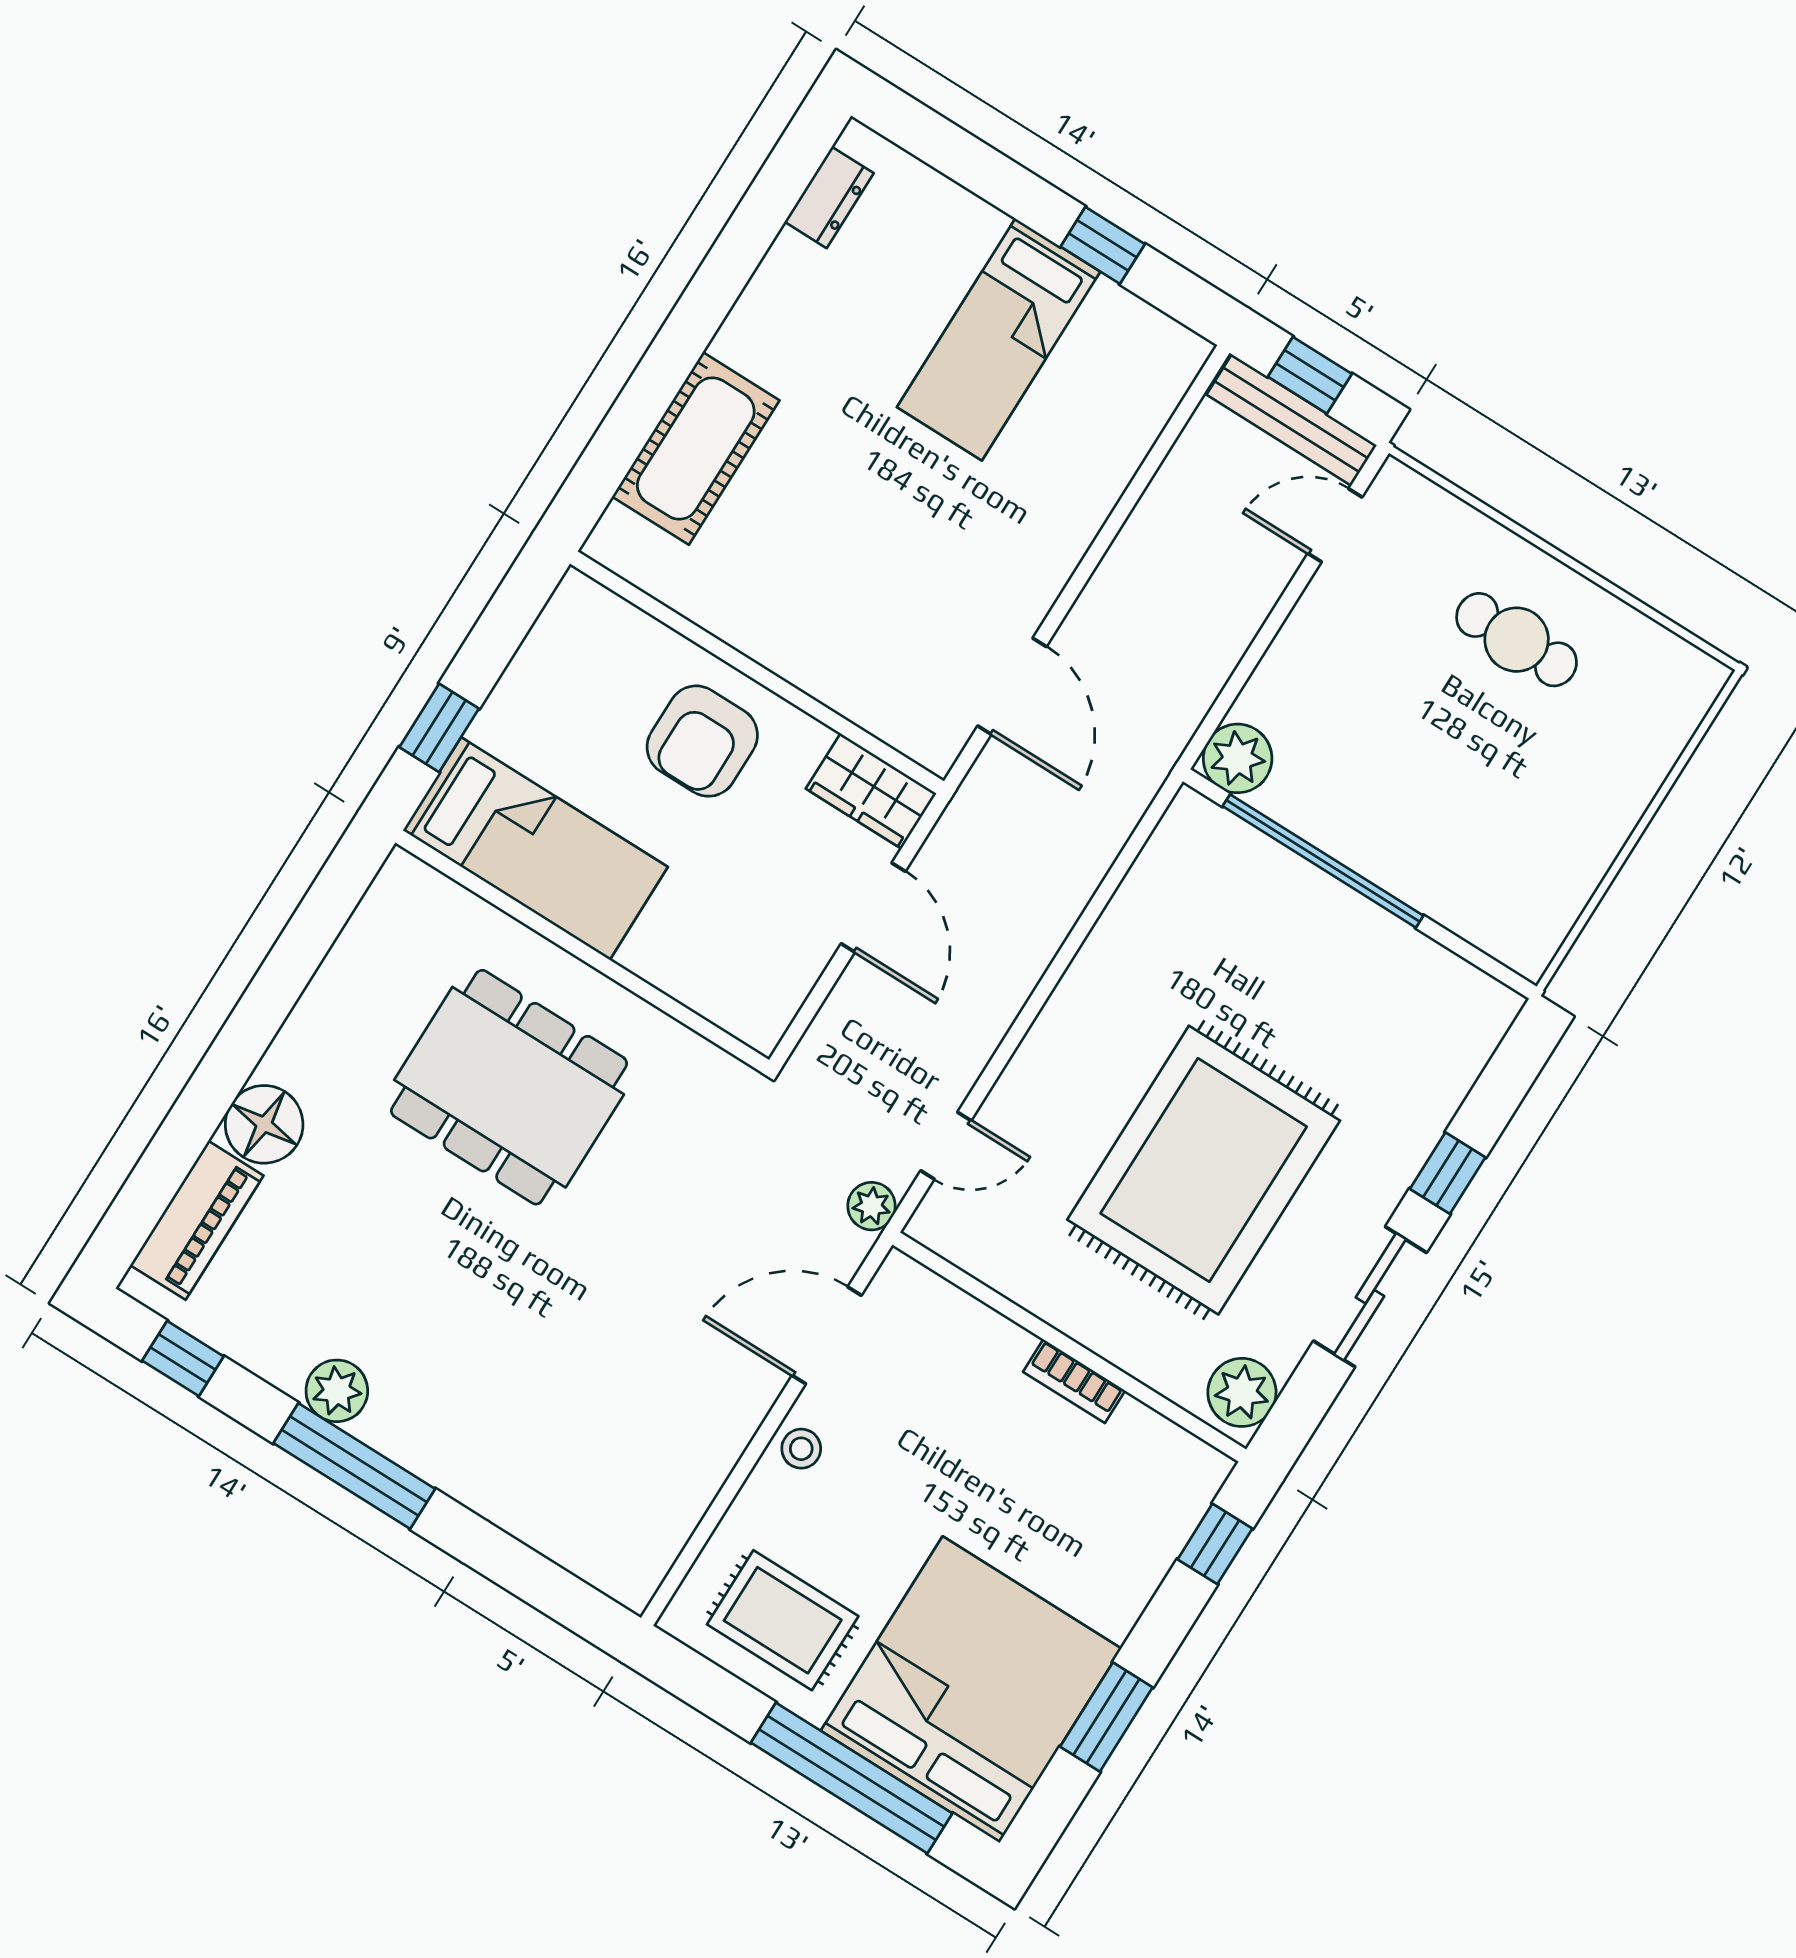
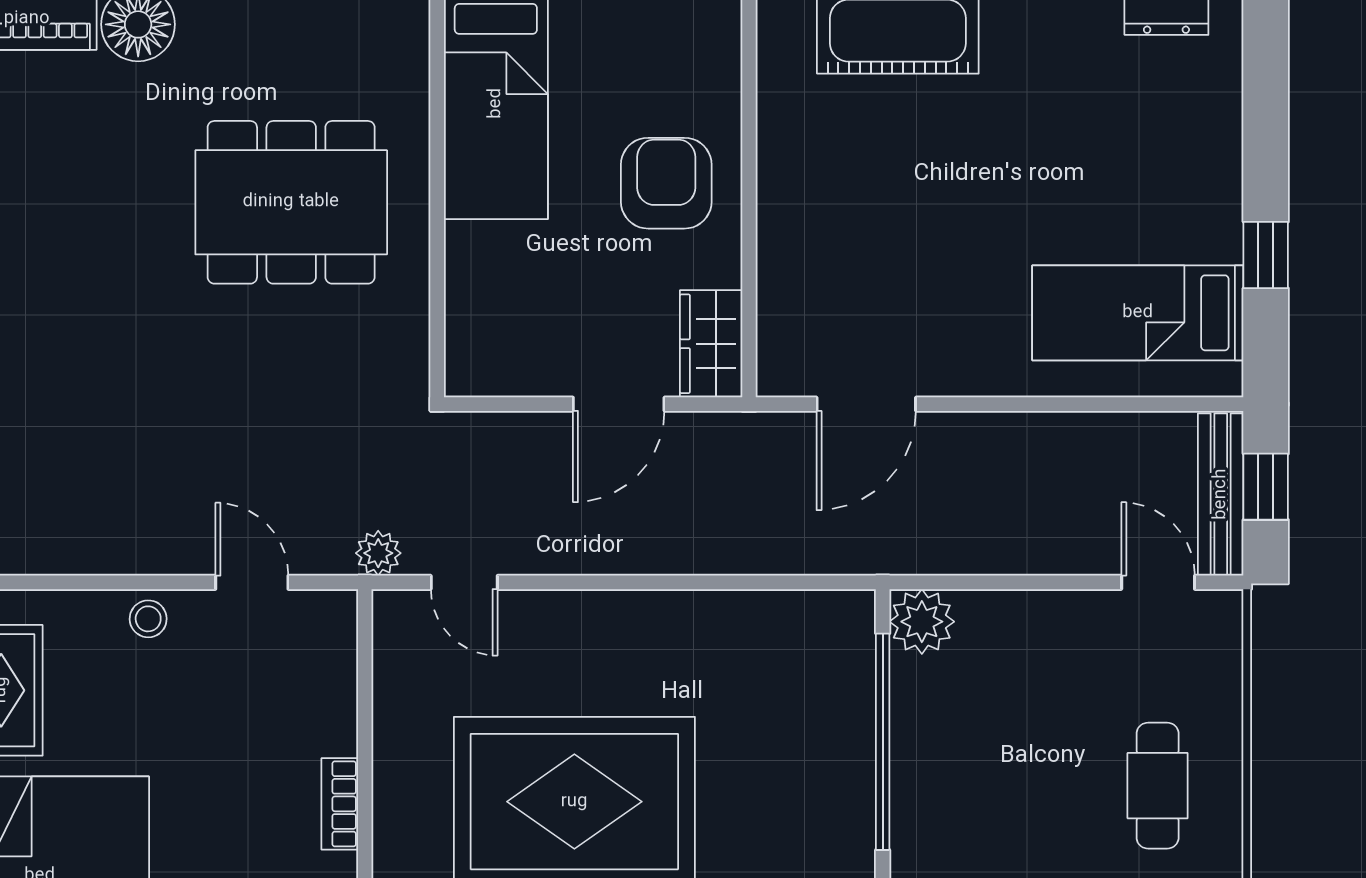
bed: (999, 339) -> (1138, 313), moved
armchair: (702, 741) -> (666, 183), turned 90
dining table: (509, 1087) -> (291, 202), turned 90
door: (827, 1335) -> (252, 582), width x0.73

